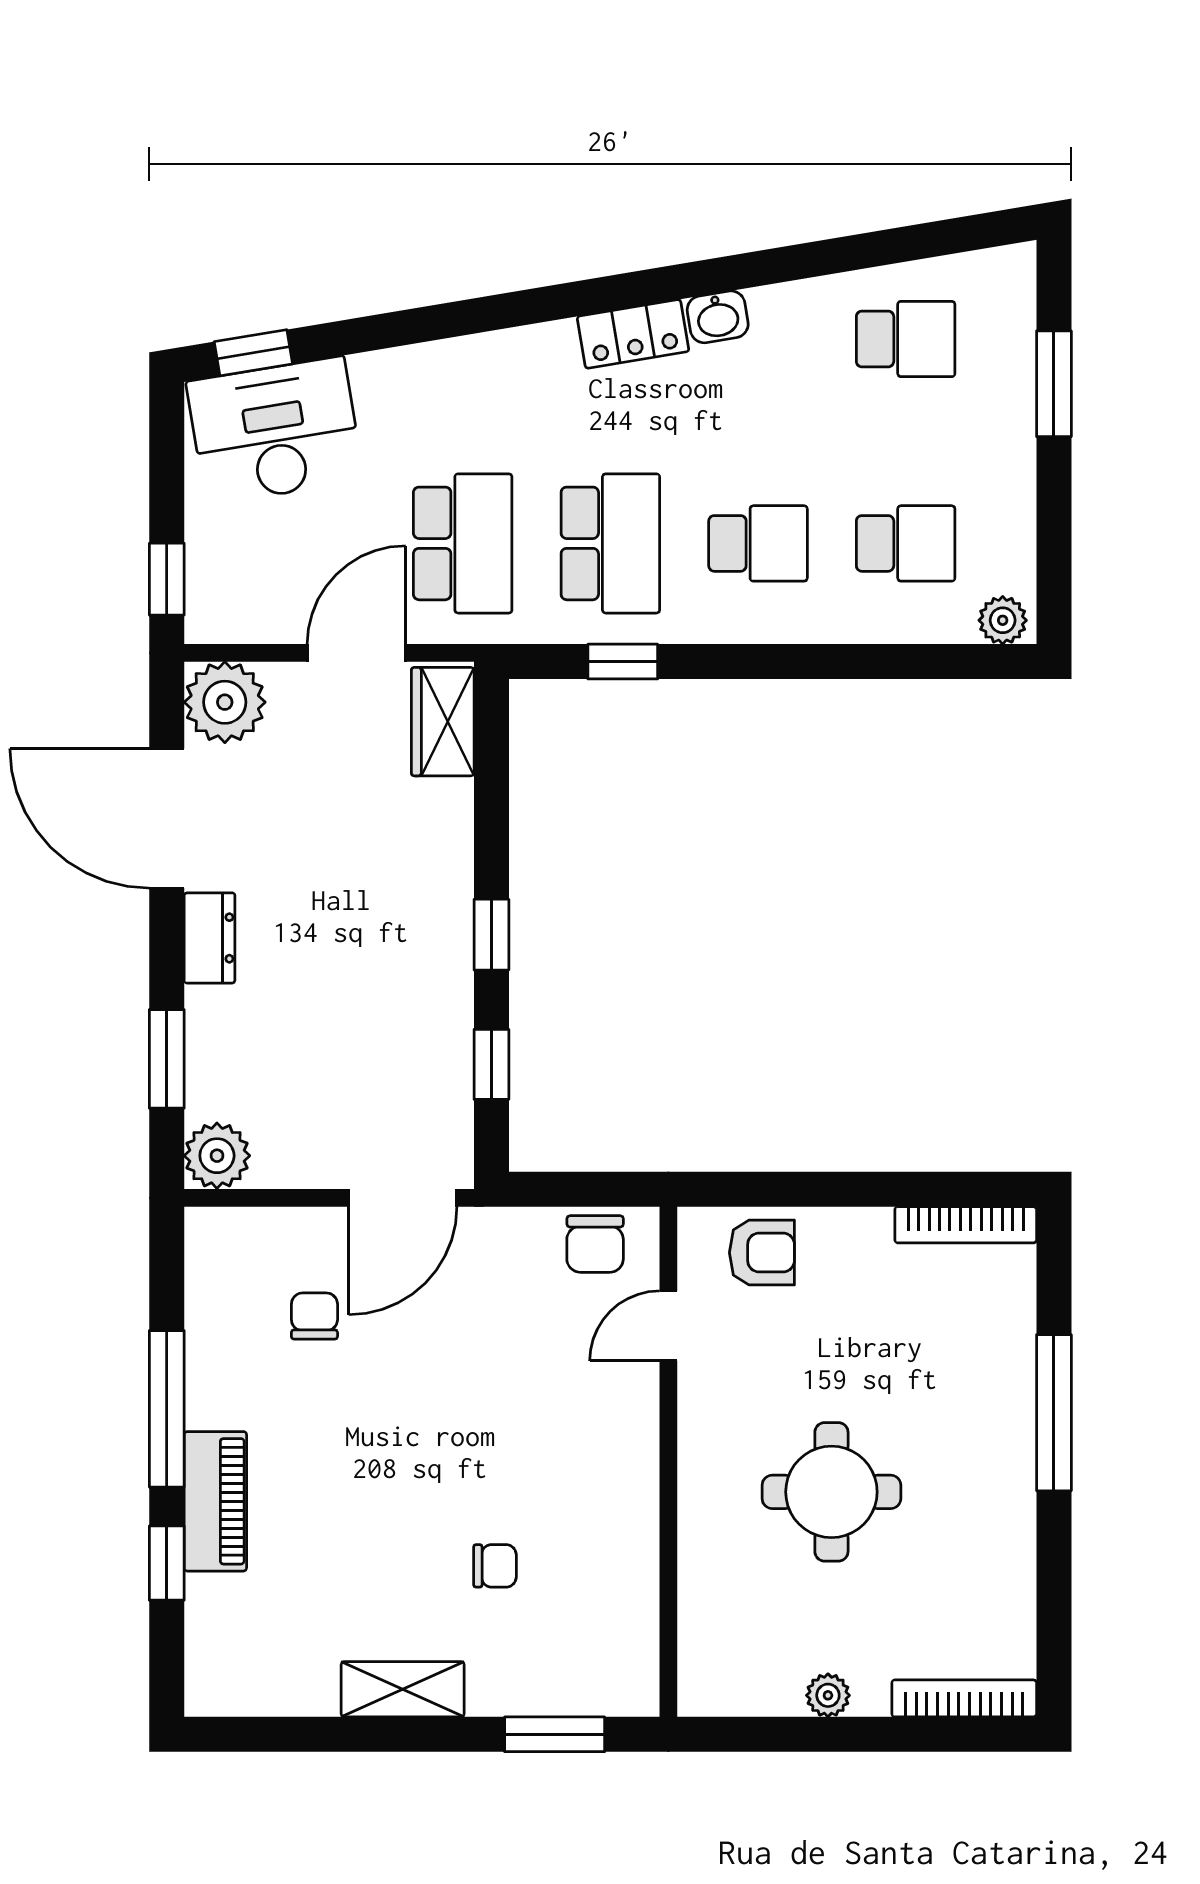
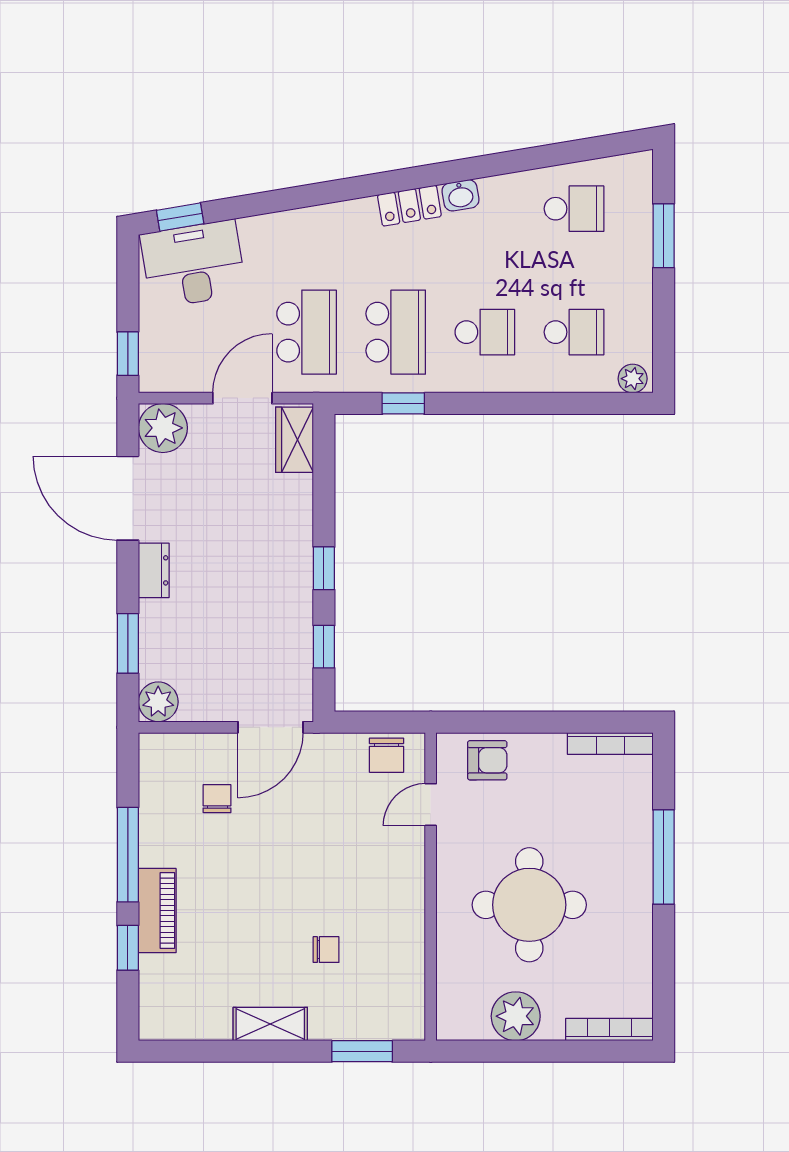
round table: (831, 1492) -> (529, 905), width x1.36, depth x1.36
plant: (828, 1695) -> (516, 1016), width x1.88, depth x1.88

